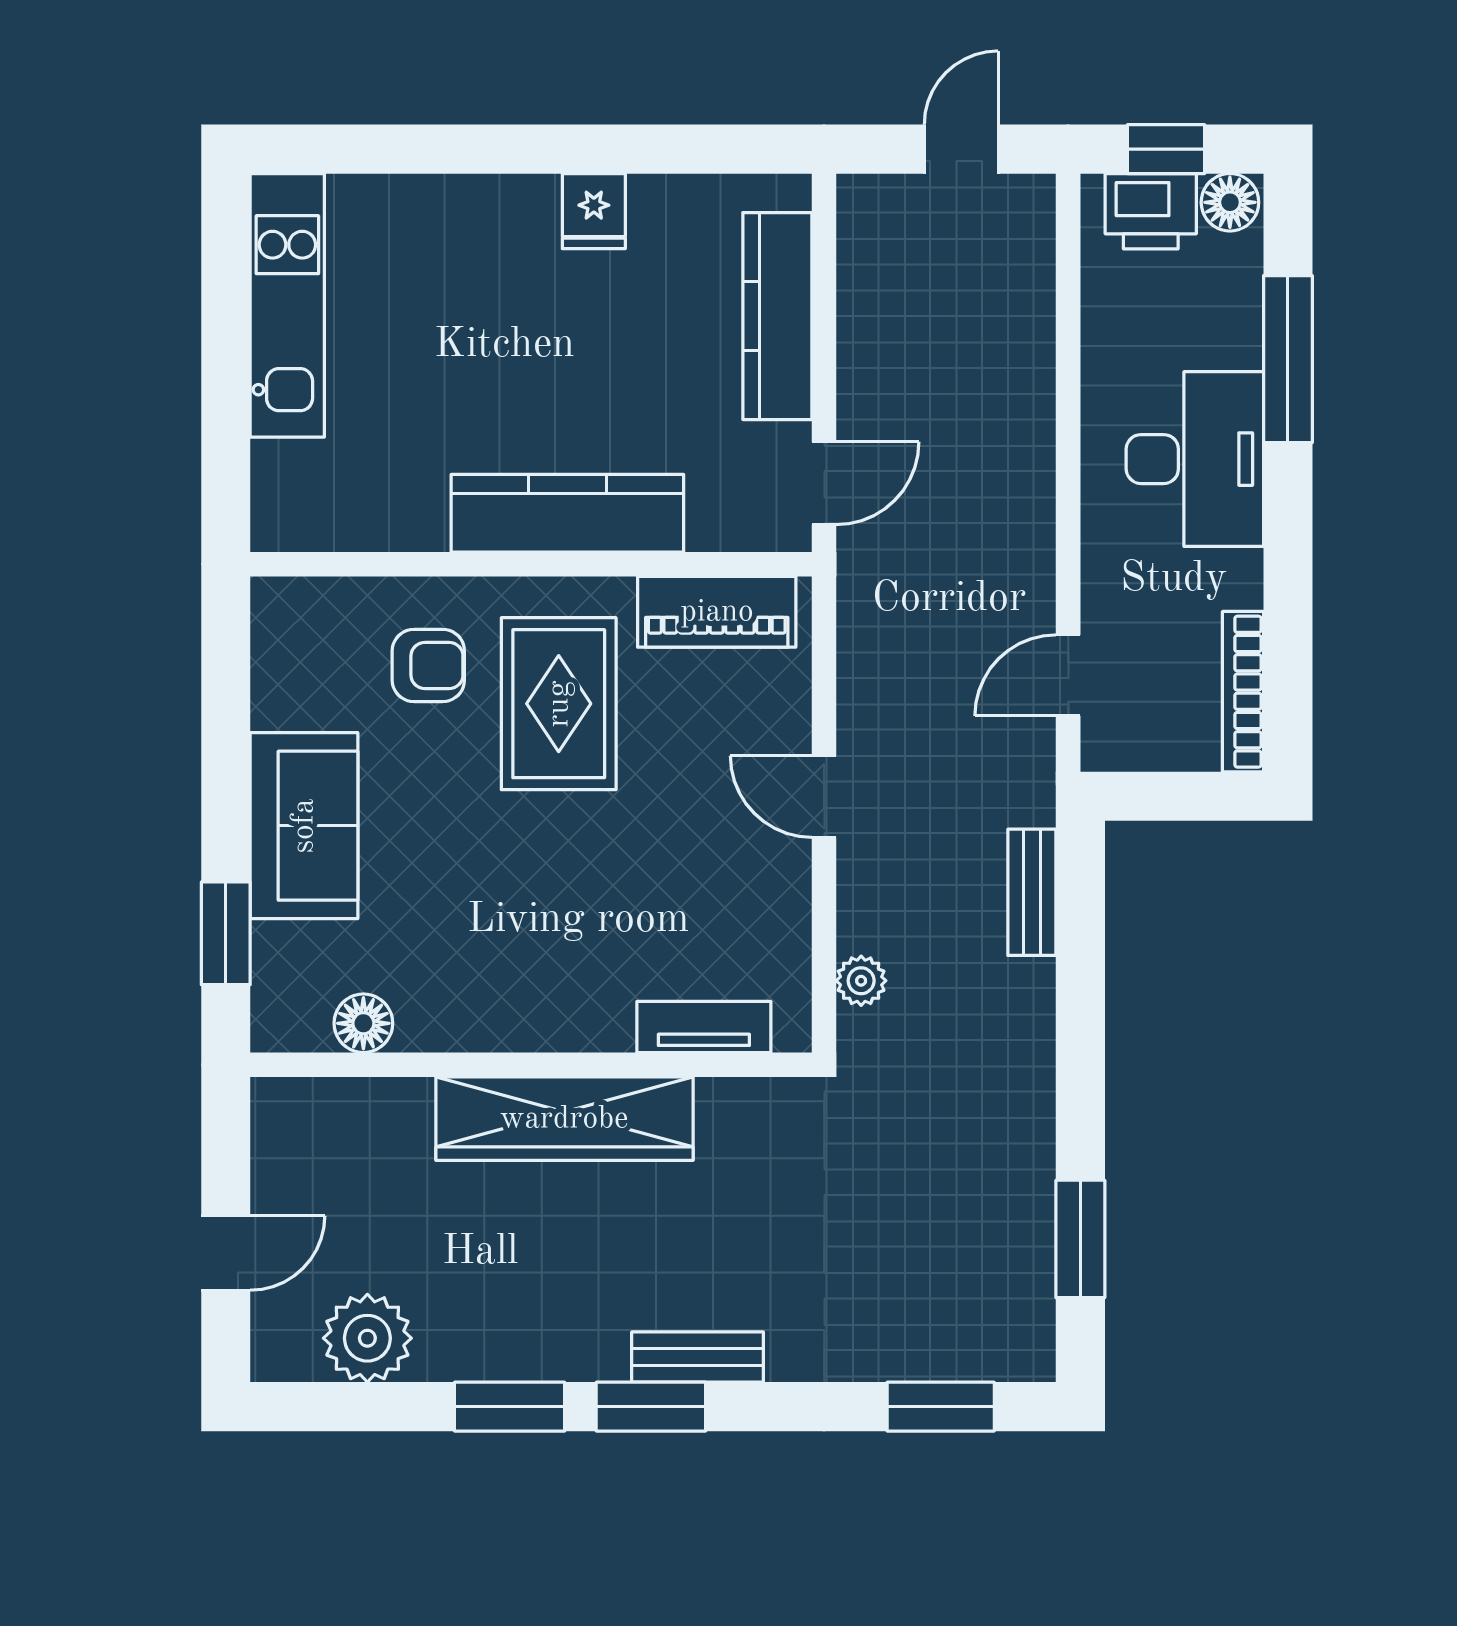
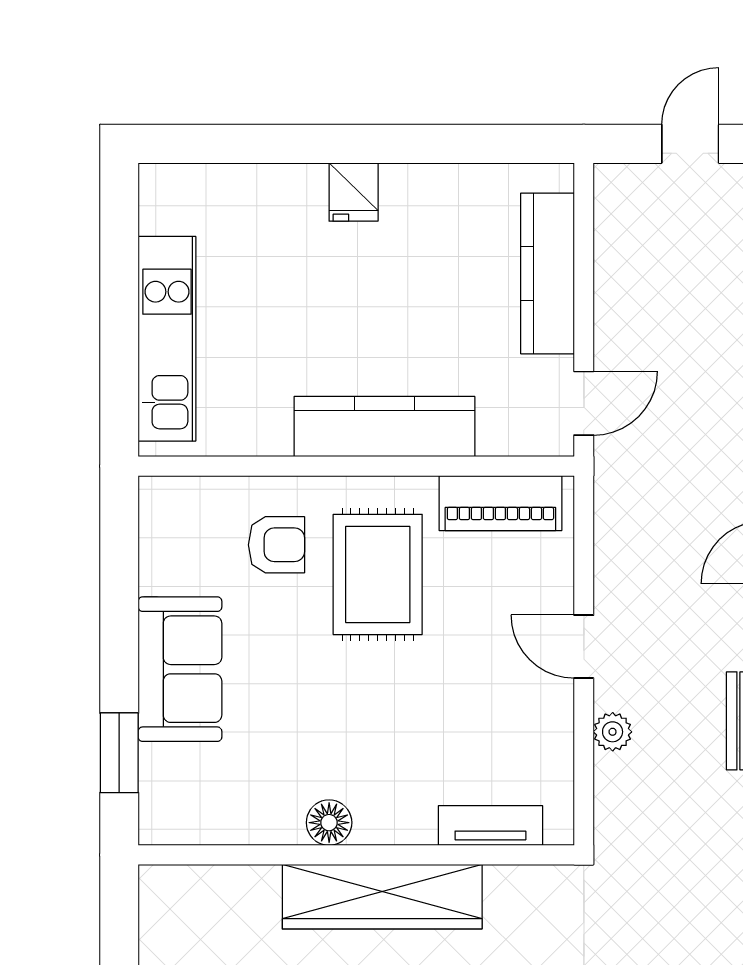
fridge: (594, 211) -> (354, 192), moved
kitchen unit: (287, 305) -> (167, 339), moved
plant: (861, 981) -> (613, 732), moved
floor lamp: (363, 1023) -> (329, 823), moved

